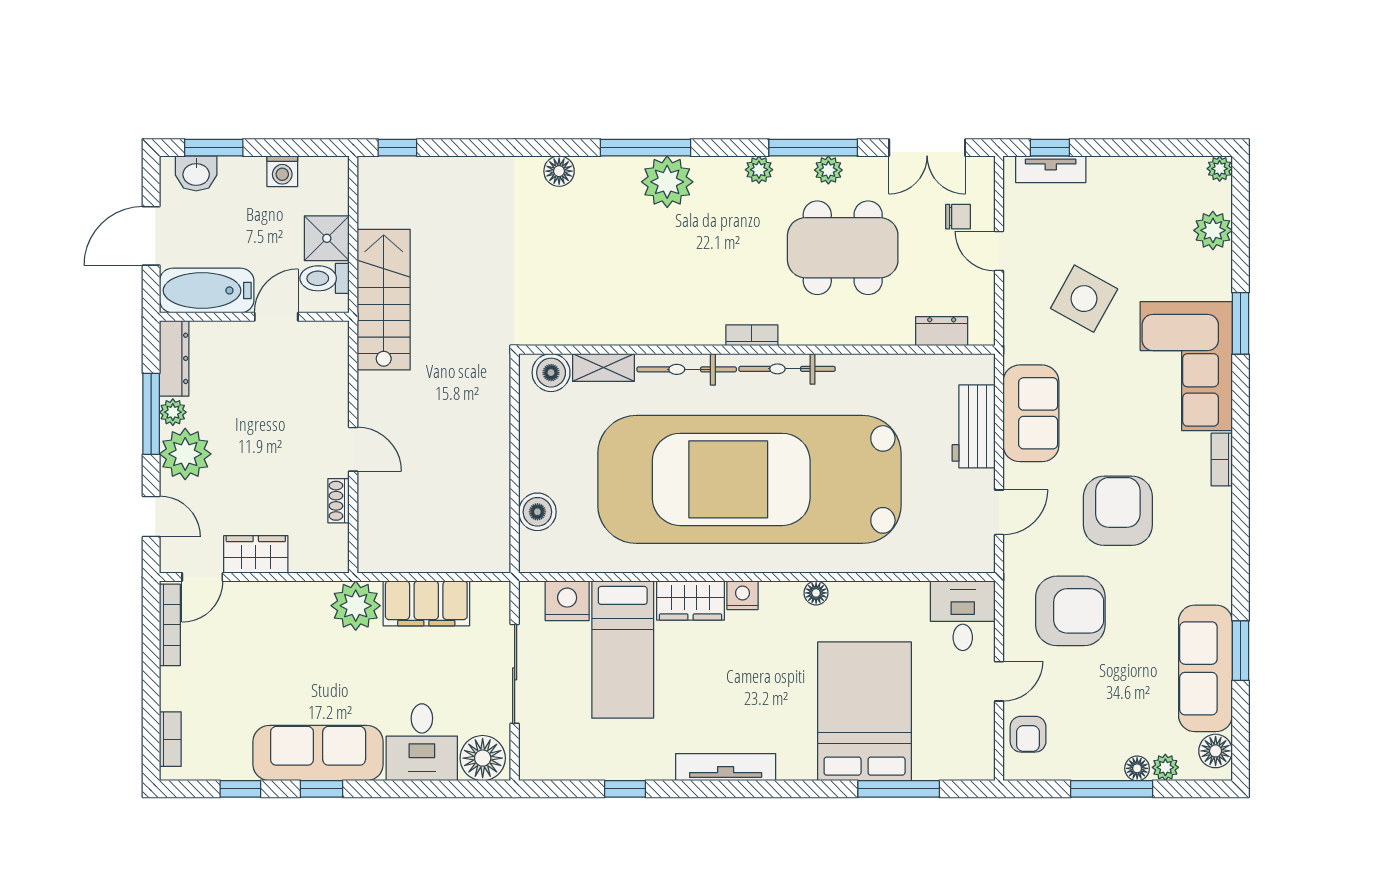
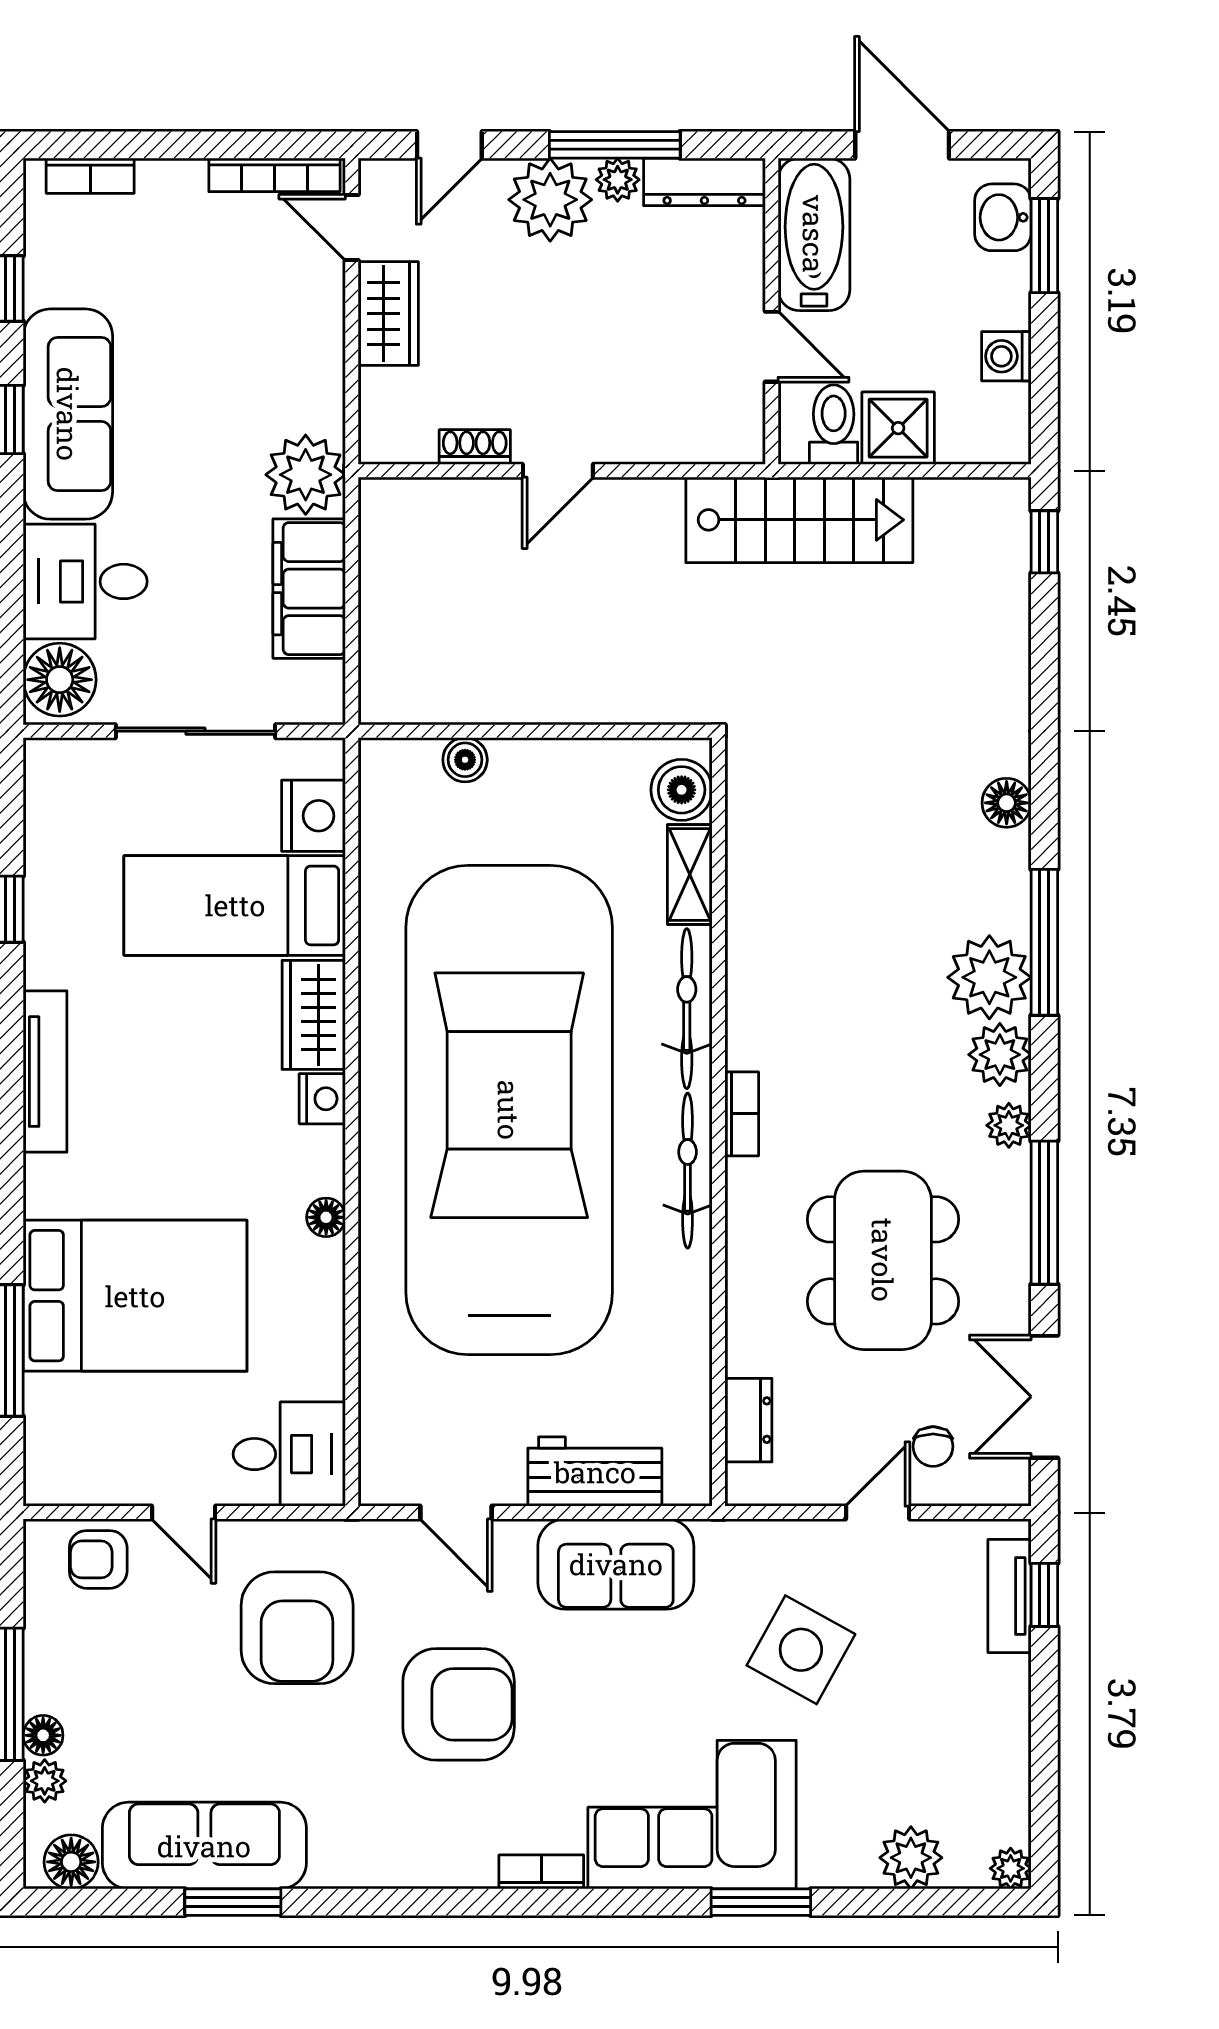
plant: (828, 170) -> (1000, 1055), moved, width x1.38, depth x1.38
boiler: (537, 512) -> (465, 760), width x0.73, depth x0.73

